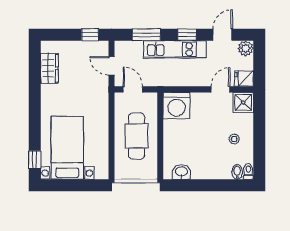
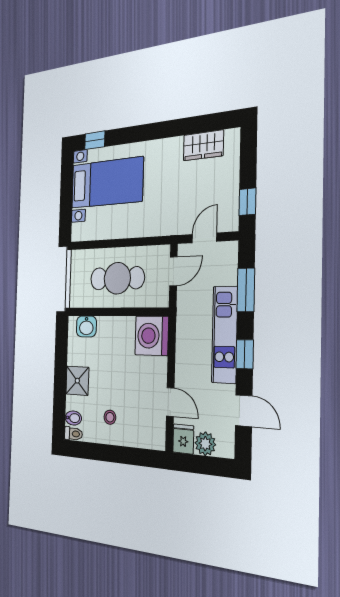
plant: (246, 48) -> (205, 444), moved
shower: (243, 102) -> (77, 381), moved
washbasin: (181, 172) -> (86, 326), moved, turned 90

